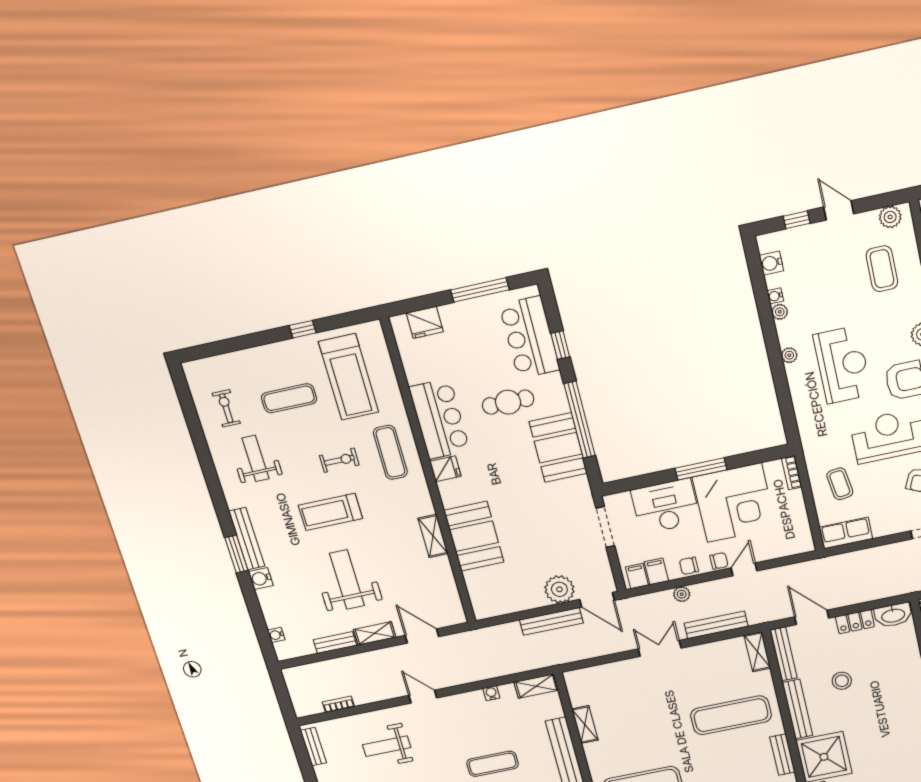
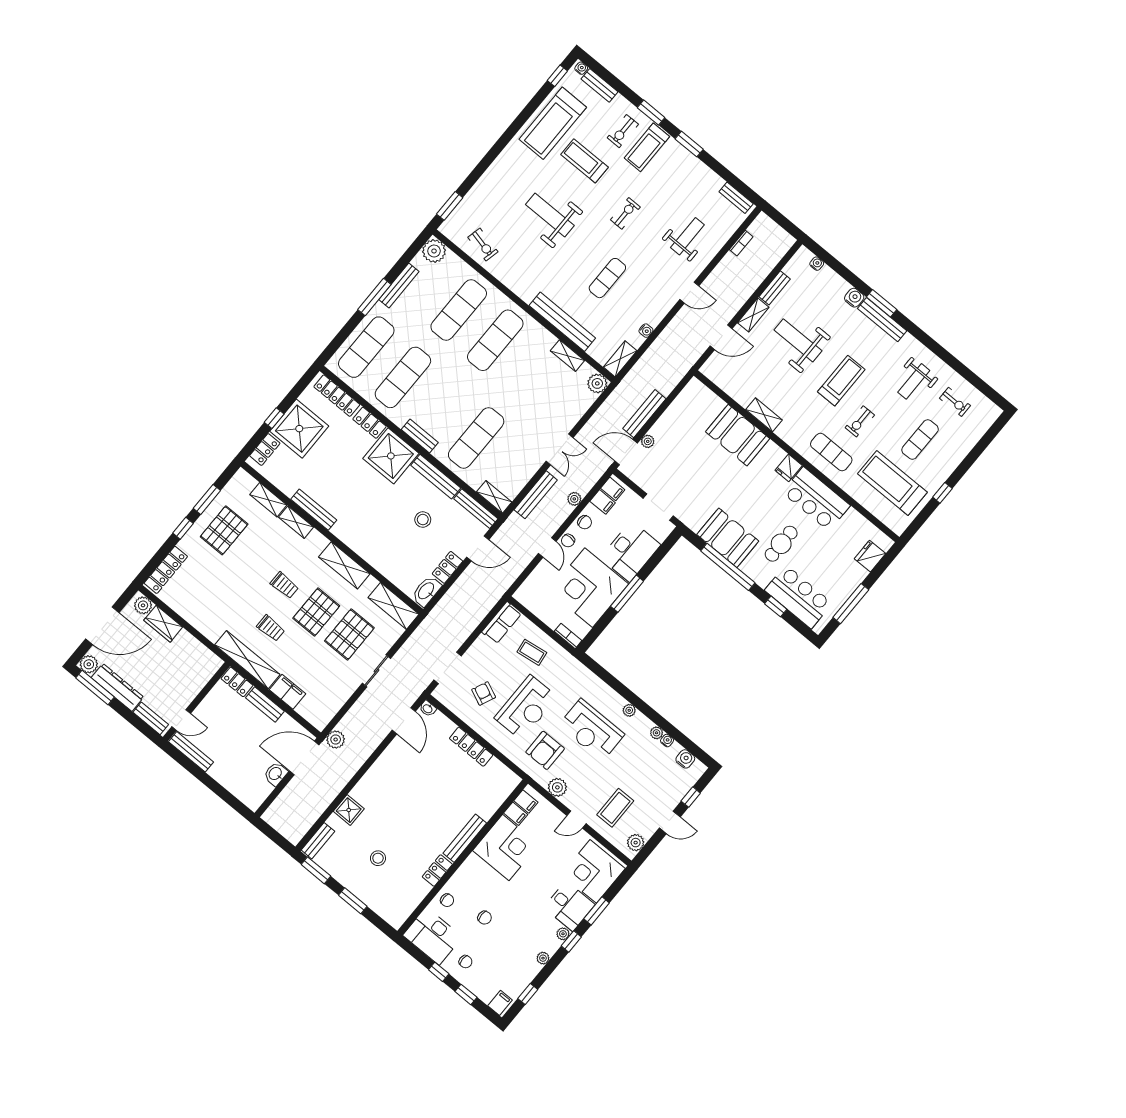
coffee table: (882, 269) -> (615, 808), turned 90
weight bench: (256, 458) -> (914, 381), turned 90
chair: (689, 566) -> (585, 522), turned 90
weight bench: (347, 580) -> (798, 340), turned 180
plant: (559, 589) -> (648, 441), width x0.53, depth x0.53
plant: (576, 680) -> (597, 383), added

